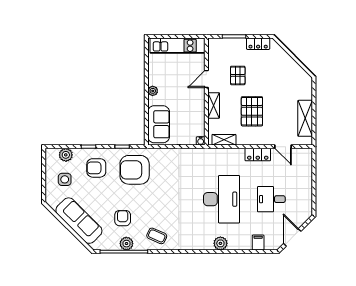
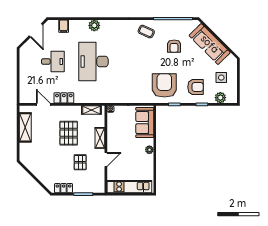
armchair: (135, 170) -> (164, 85), turned -90
plant: (126, 244) -> (171, 25), removed

